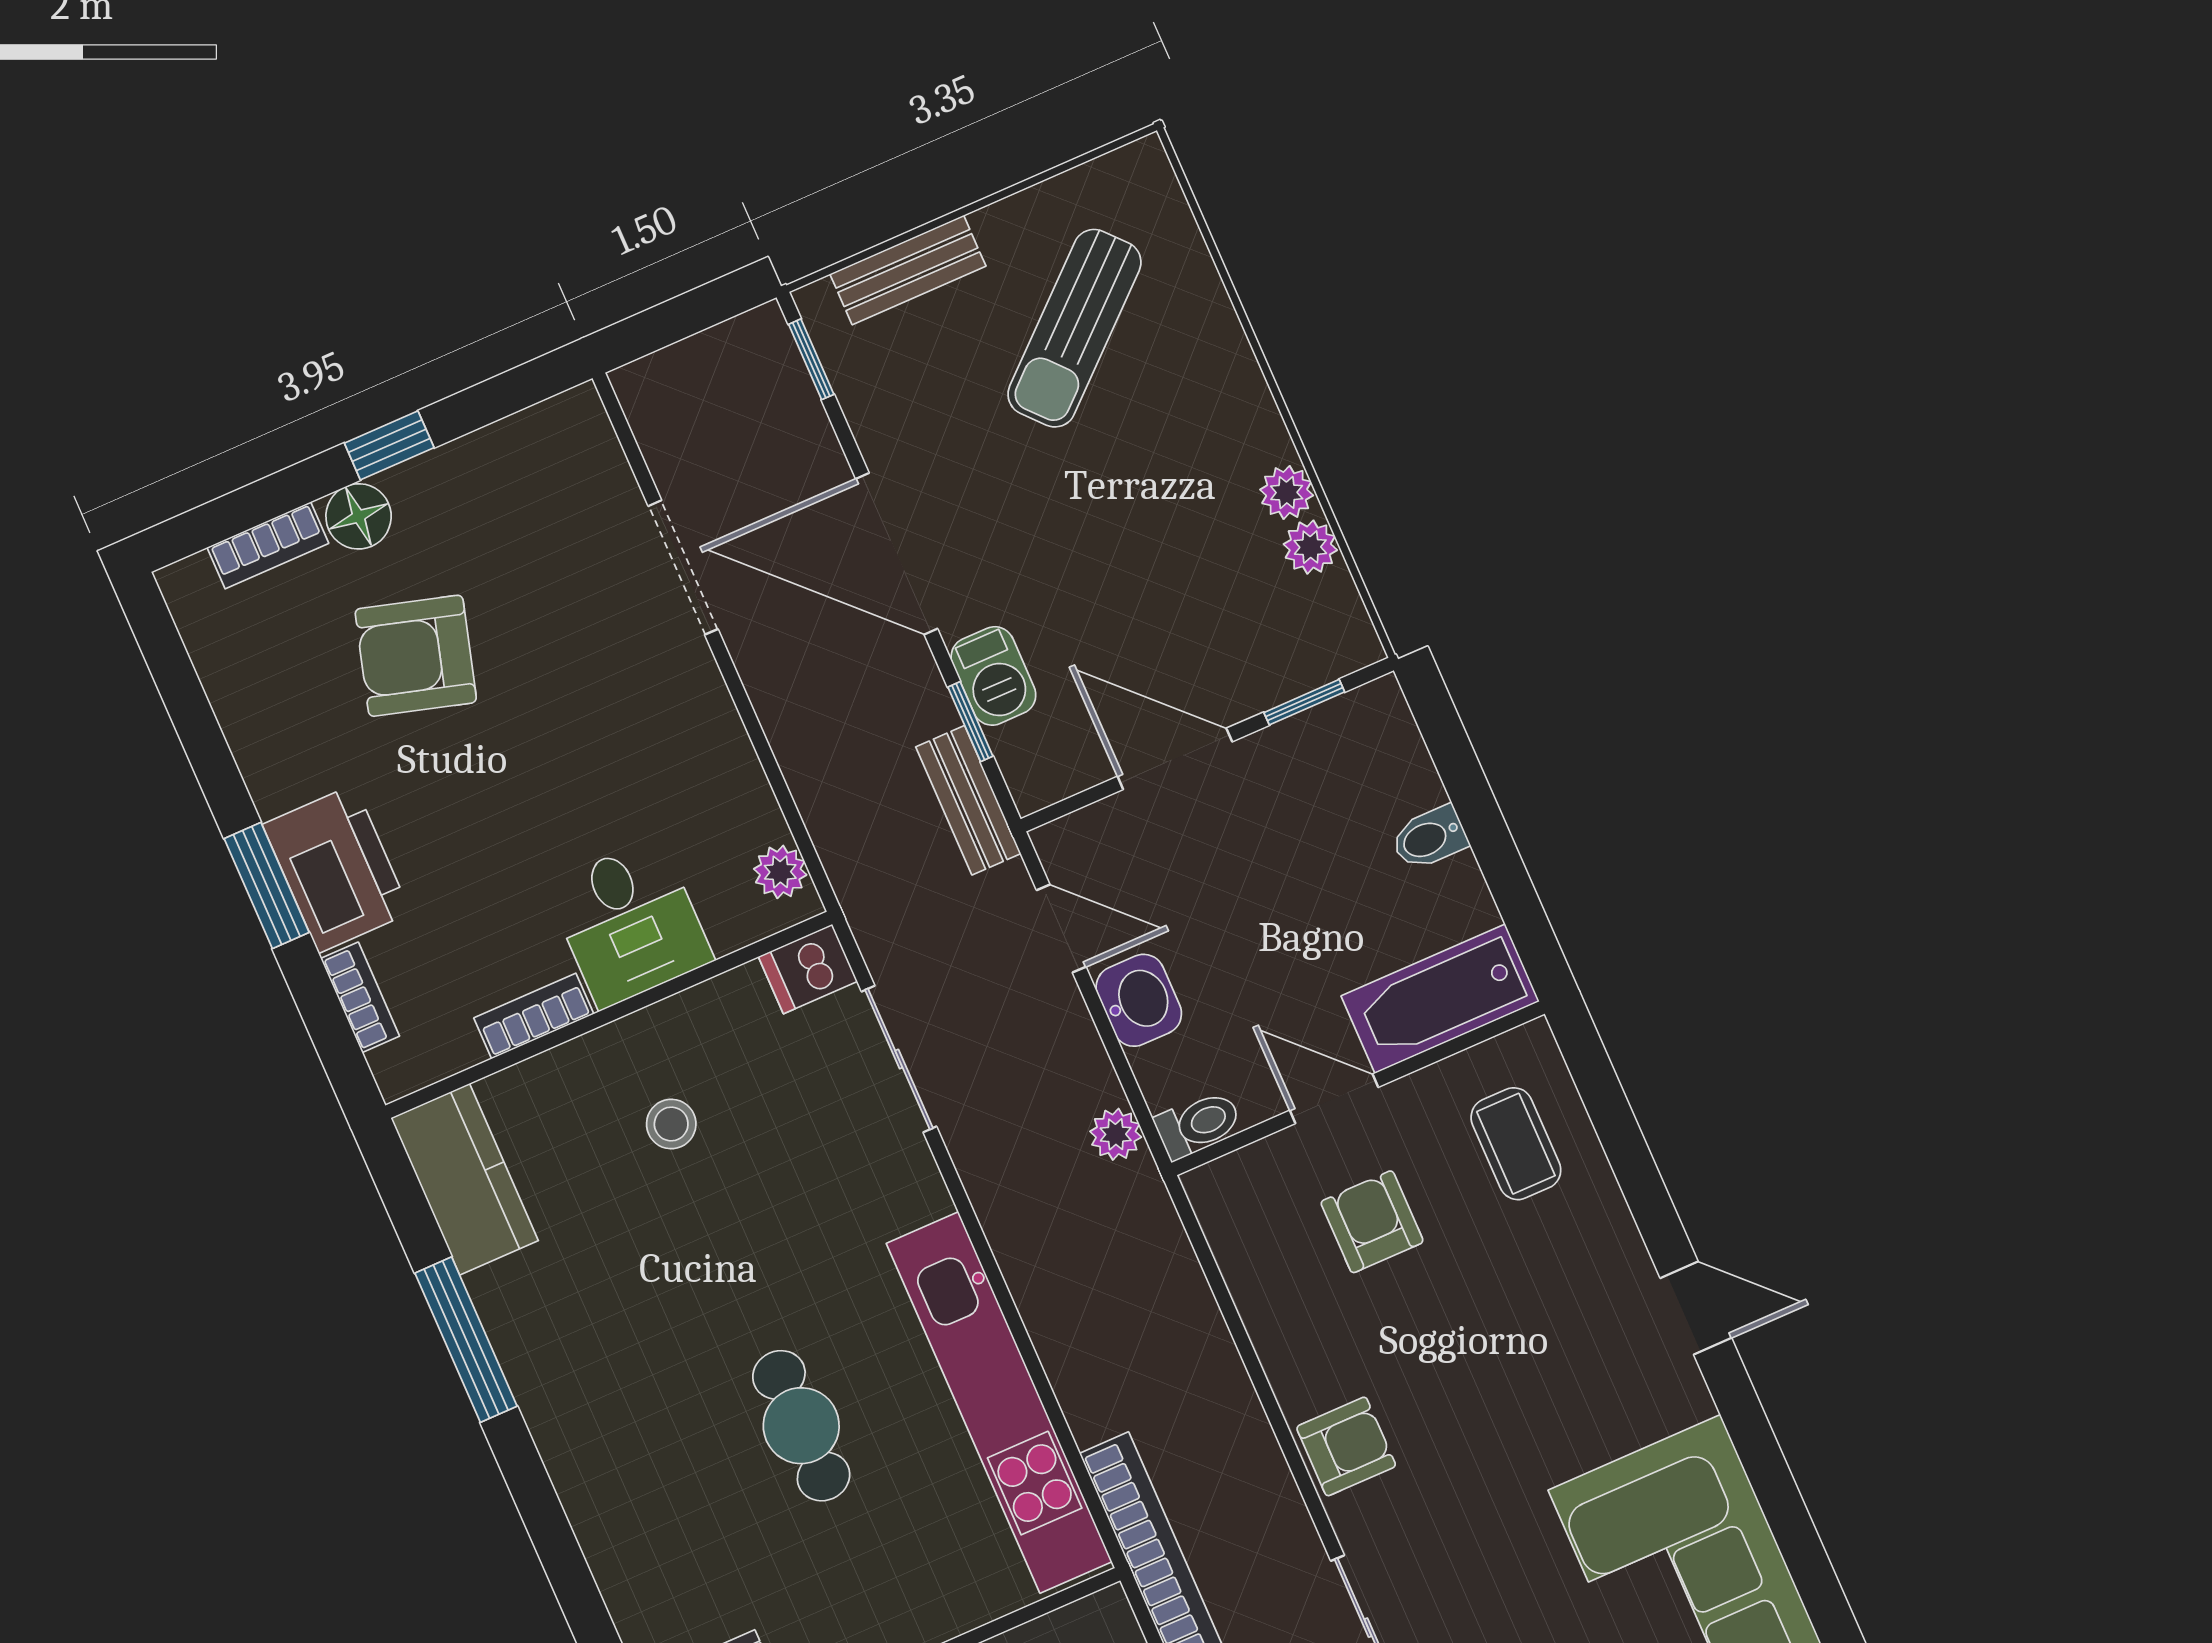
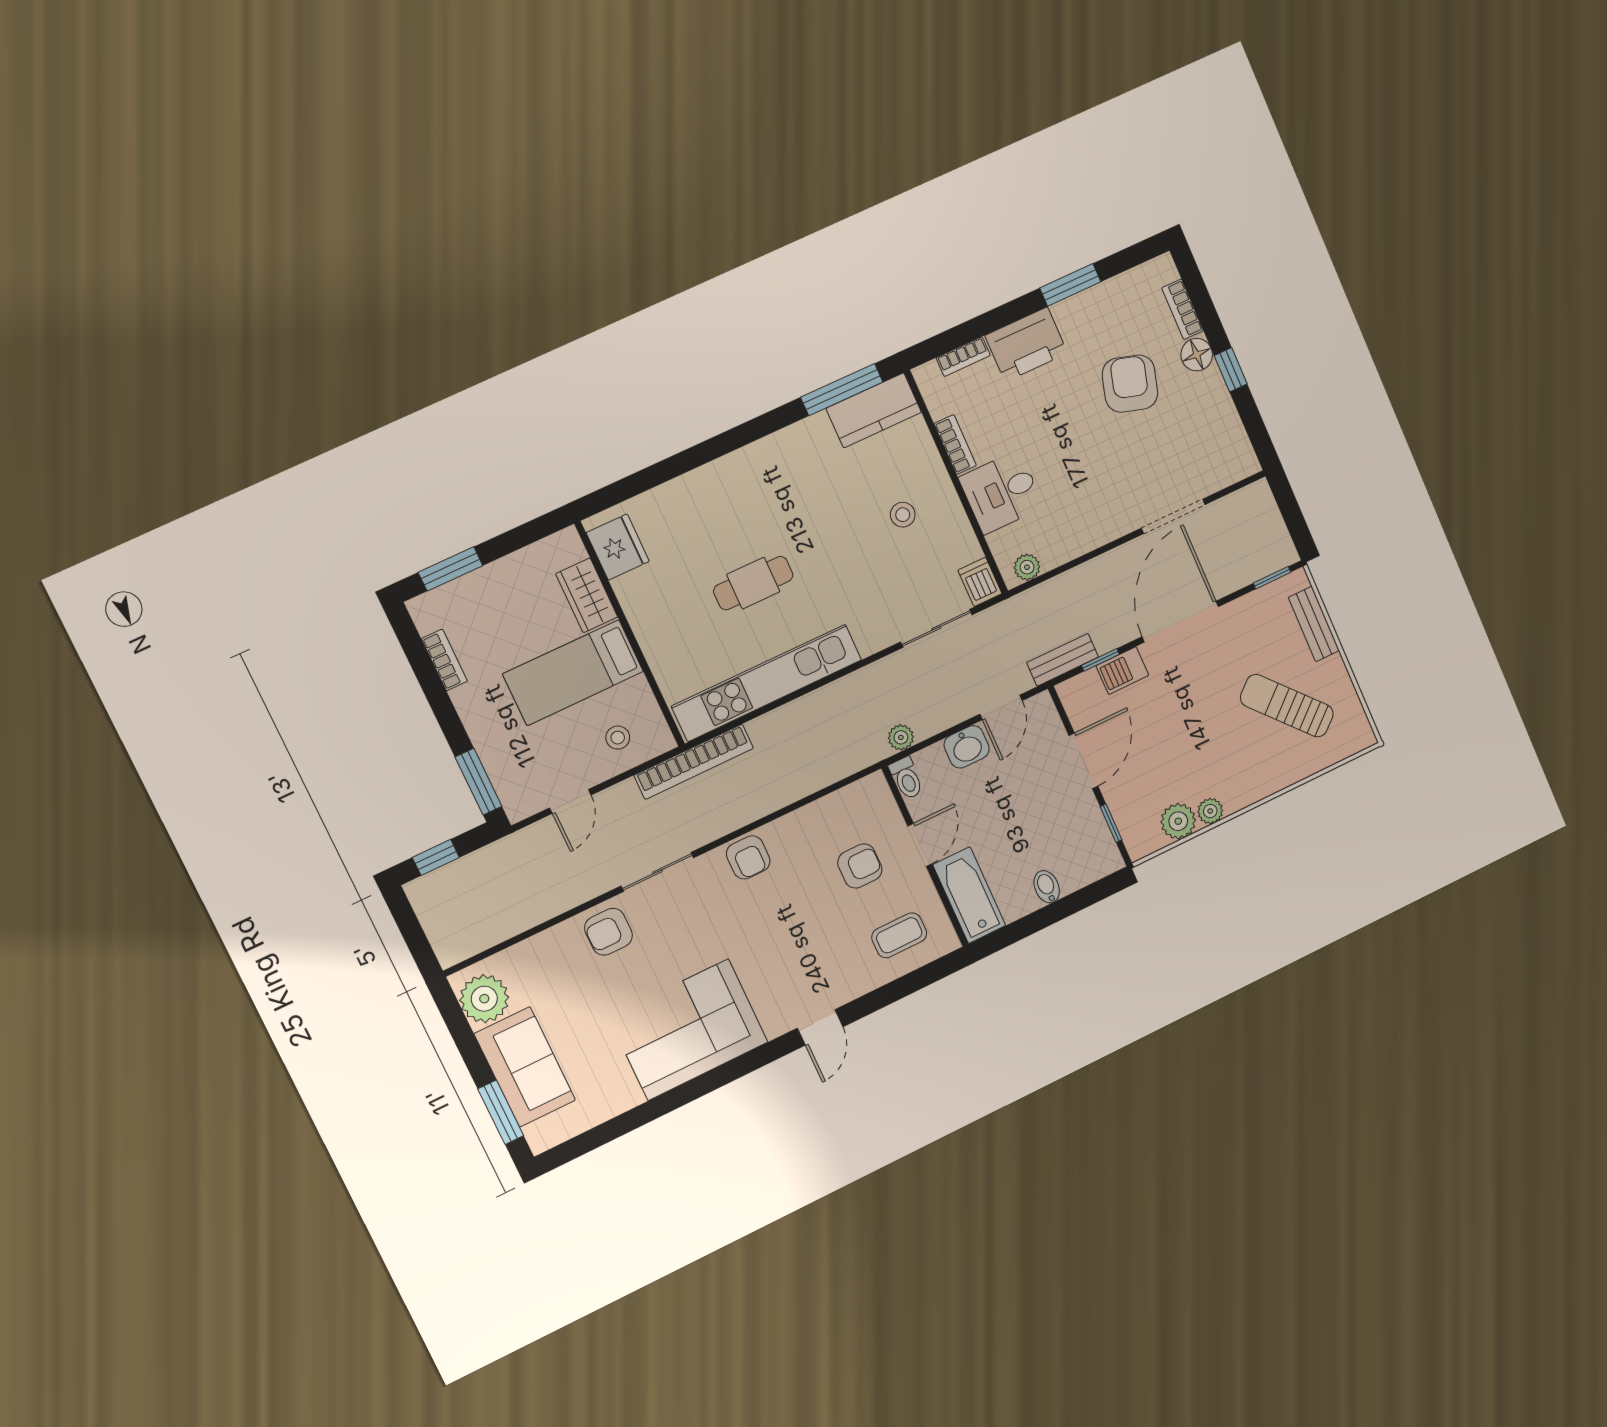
plant: (1310, 547) -> (1178, 821), width x1.38, depth x1.38
window: (267, 885) -> (1070, 285), moved
window: (466, 1340) -> (842, 390), moved

